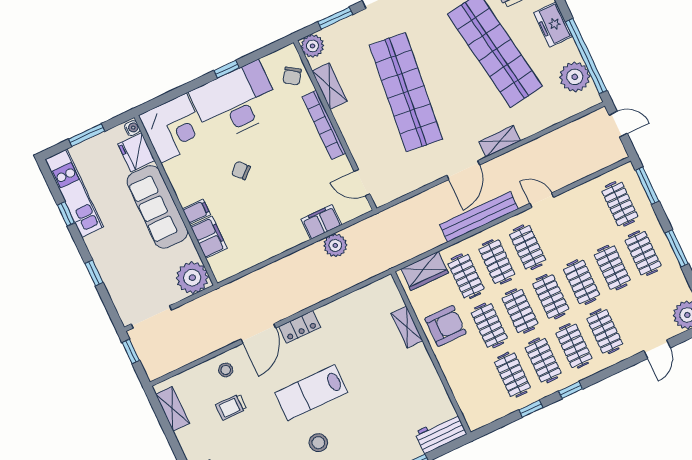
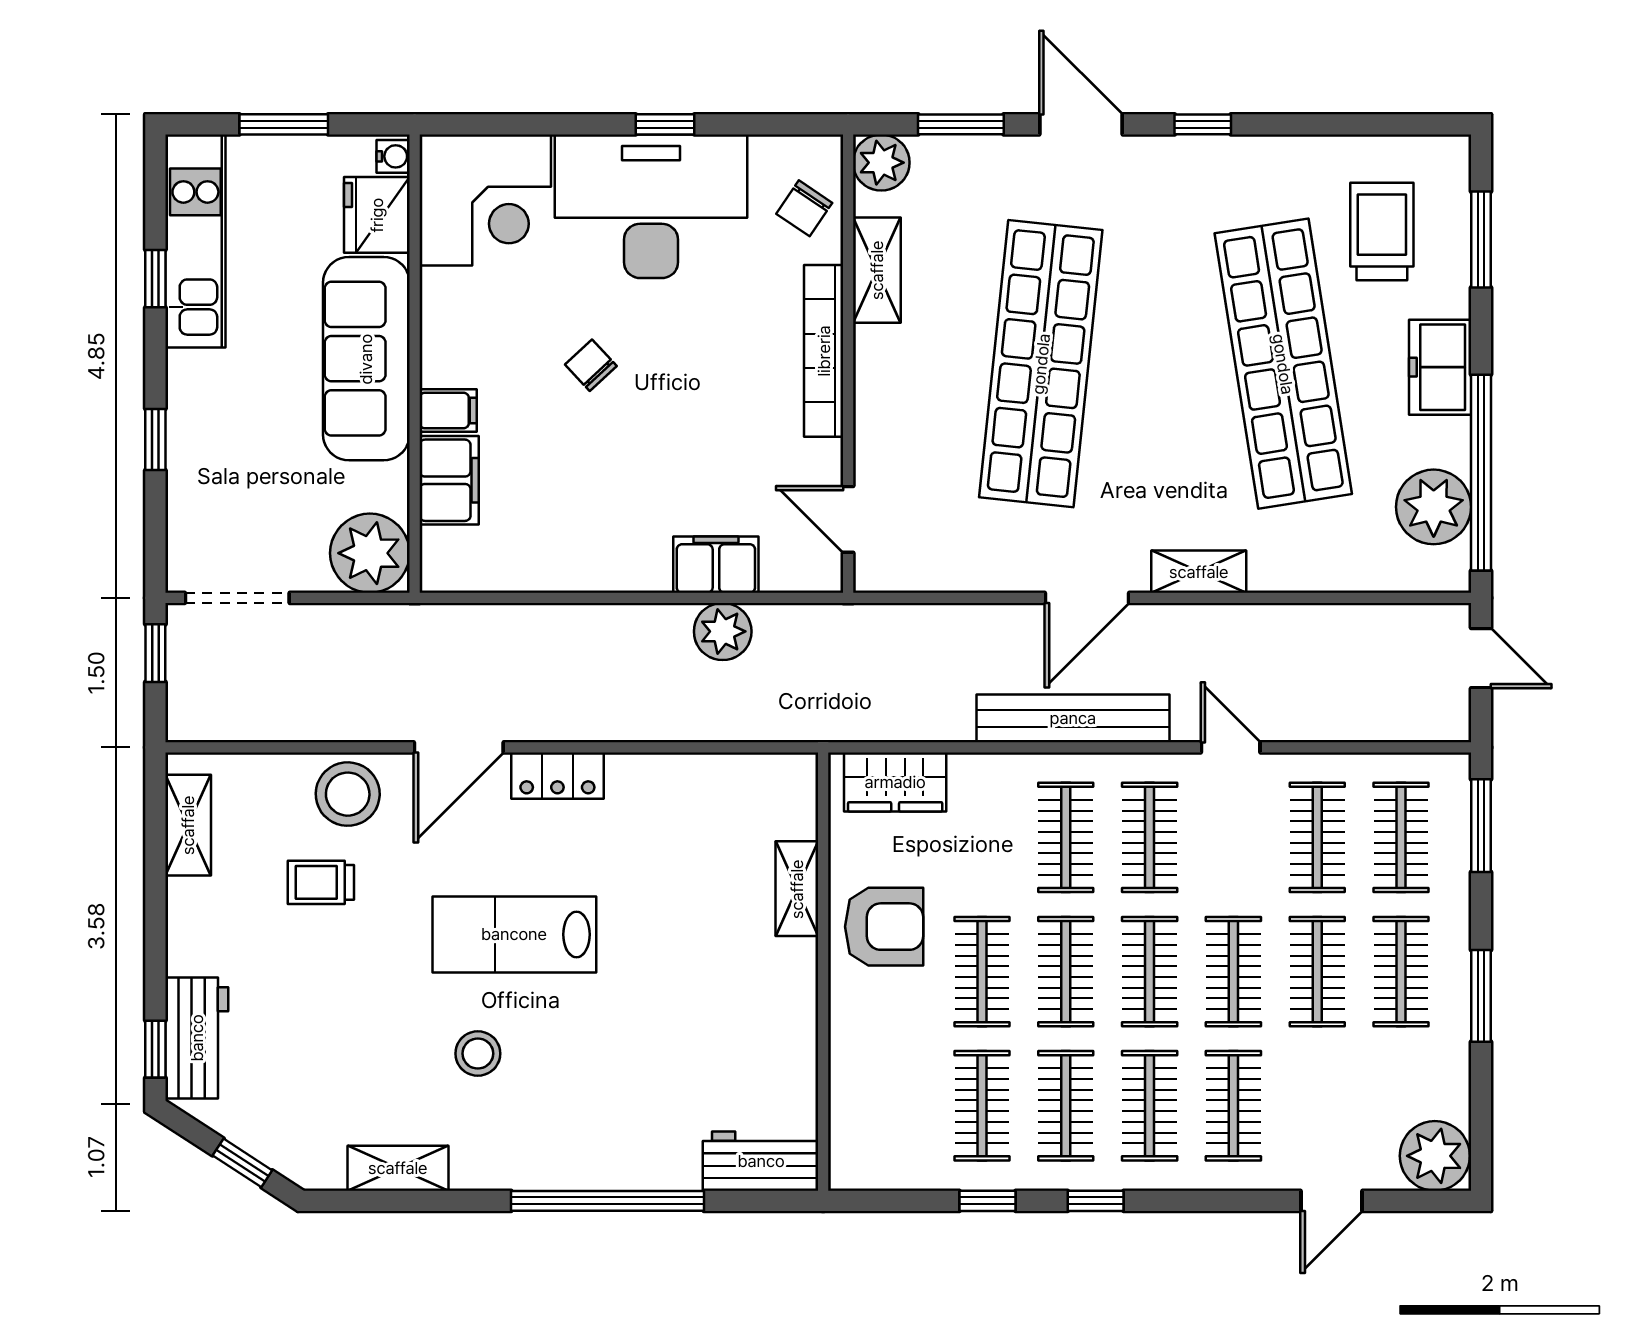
clothes rail: (466, 276) -> (1317, 837), moved
stool: (226, 370) -> (348, 794), width x1.89, depth x1.89

